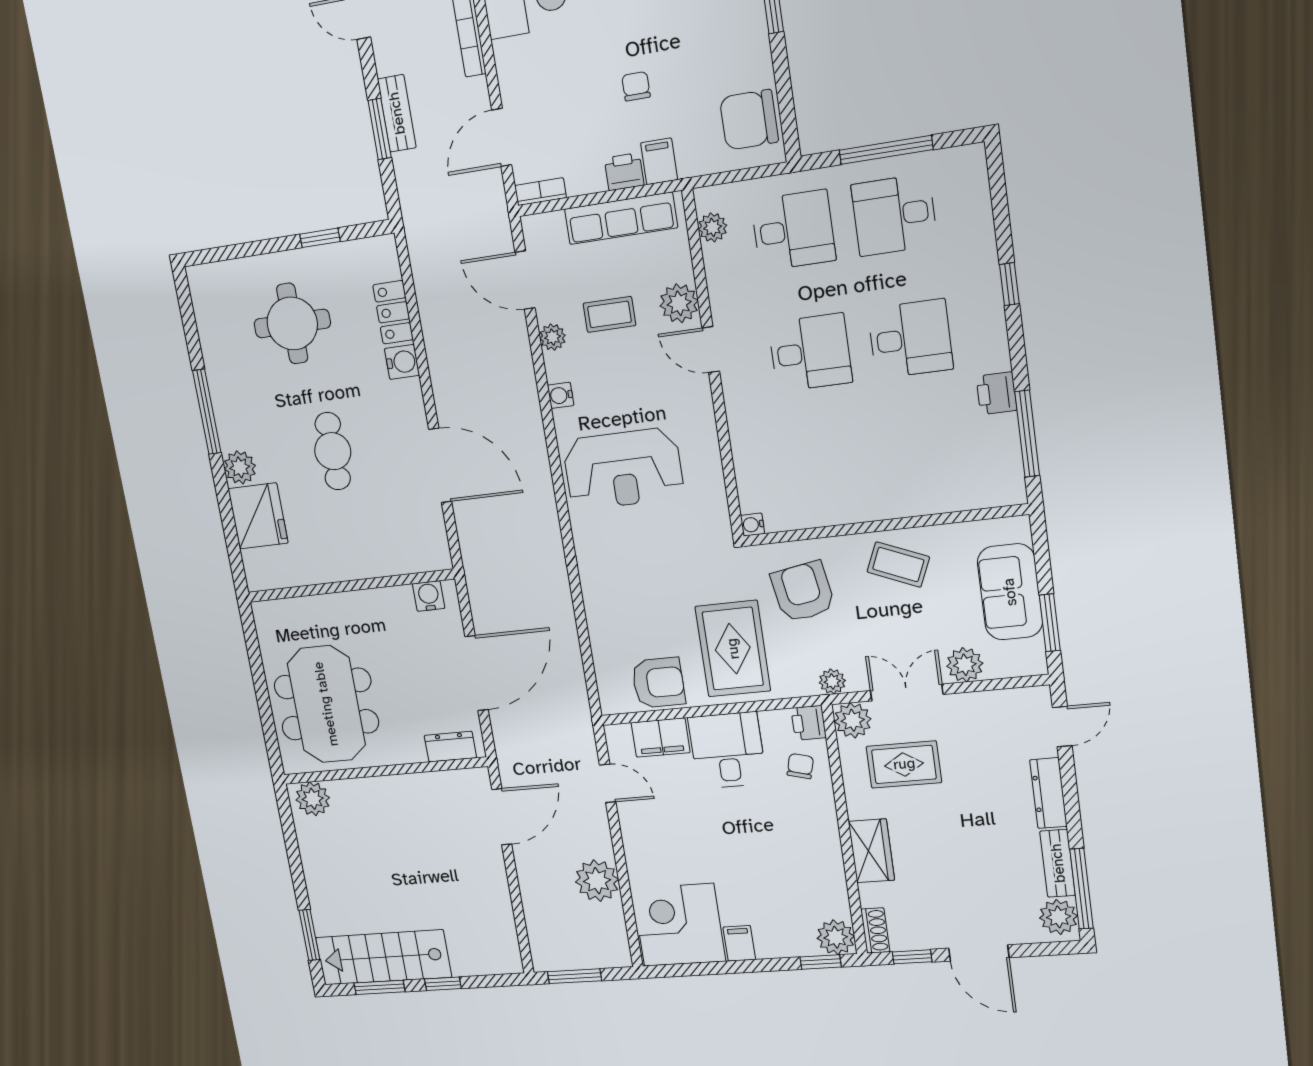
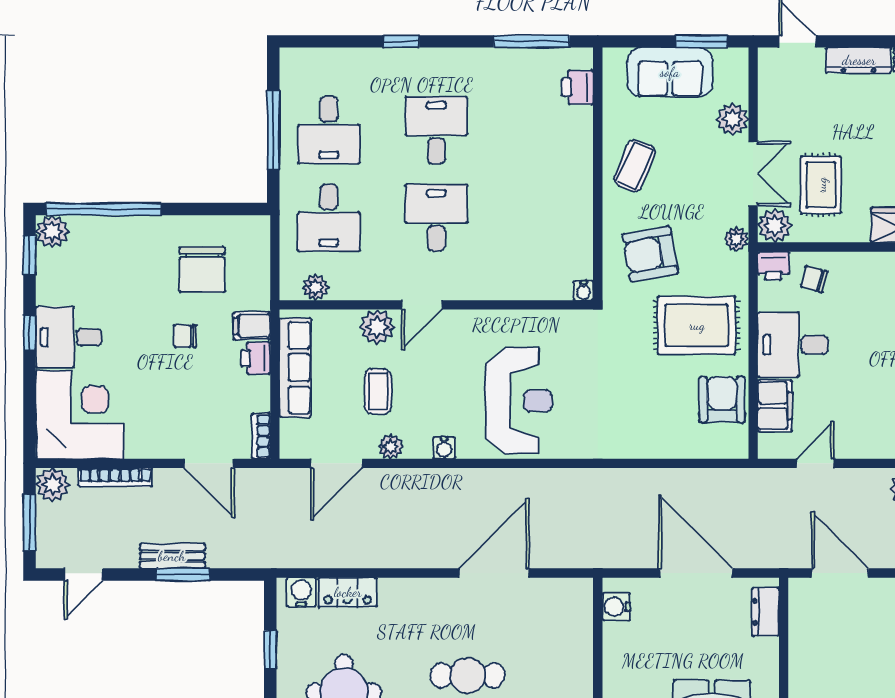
chair: (749, 120) -> (202, 270), moved
desk: (793, 230) -> (329, 218), turned 180
water cooler: (402, 362) -> (301, 592), moved
printer: (997, 393) -> (578, 87), moved, turned 90
double door: (907, 692) -> (753, 174), swing flipped

